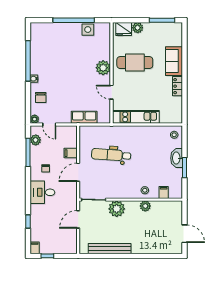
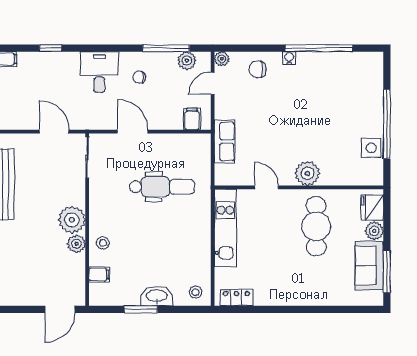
sofa: (174, 61) -> (369, 266), moved, turned -90
locker: (178, 86) -> (236, 298), moved
door: (112, 92) -> (267, 187), hinge flipped
filing cabinet: (71, 153) -> (192, 119), moved
dental chair: (111, 155) -> (162, 187), turned 86
plant: (117, 209) -> (72, 220), moved
door: (185, 234) -> (60, 309), moved

